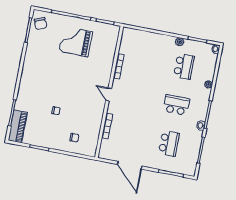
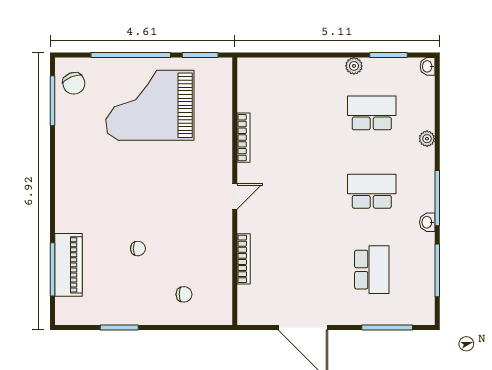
grand piano: (76, 42) -> (150, 105), width x1.37, depth x1.48
school desk: (184, 66) -> (372, 113), turned -90
door: (109, 94) -> (235, 196), swing flipped
piano: (18, 126) -> (69, 265), moved

